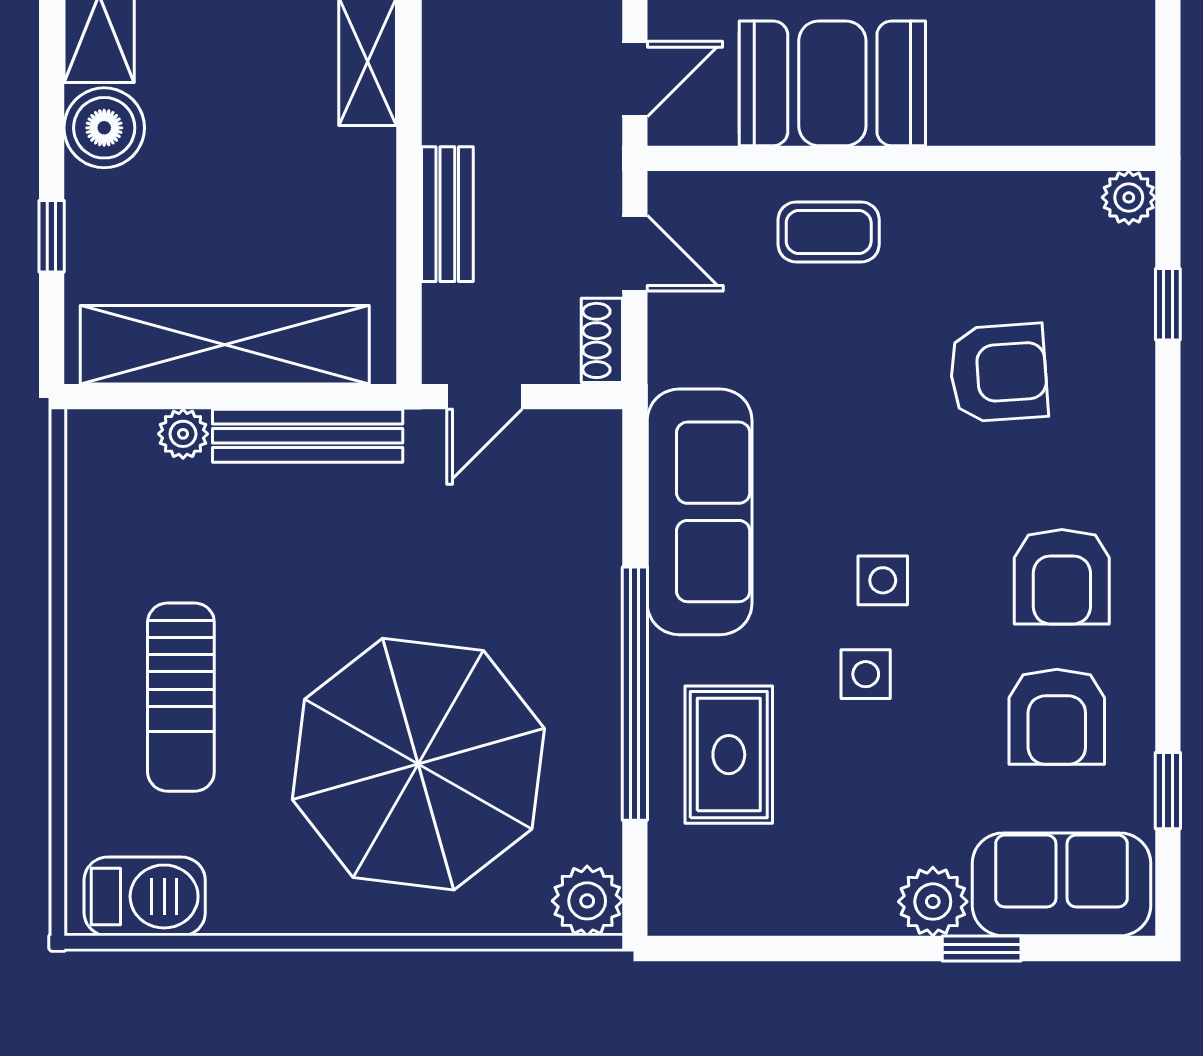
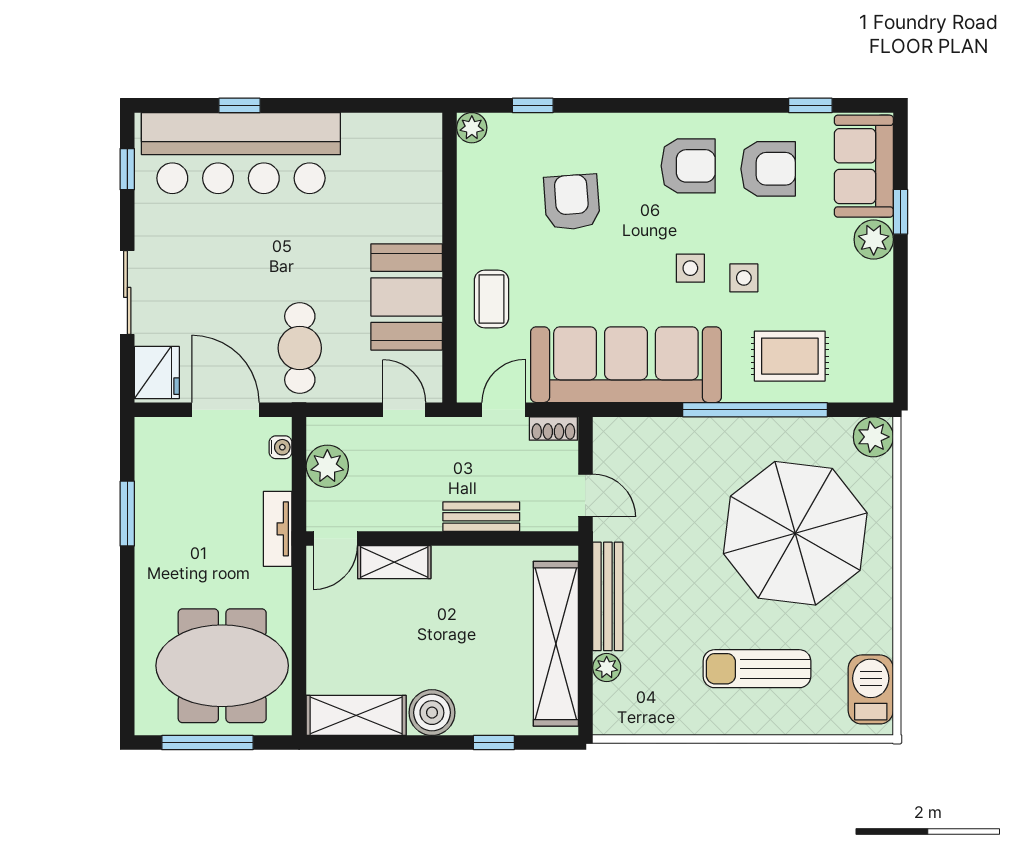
sofa: (700, 512) -> (626, 365), width x1.36, depth x1.27
sun lounger: (181, 697) -> (757, 669), turned 180

